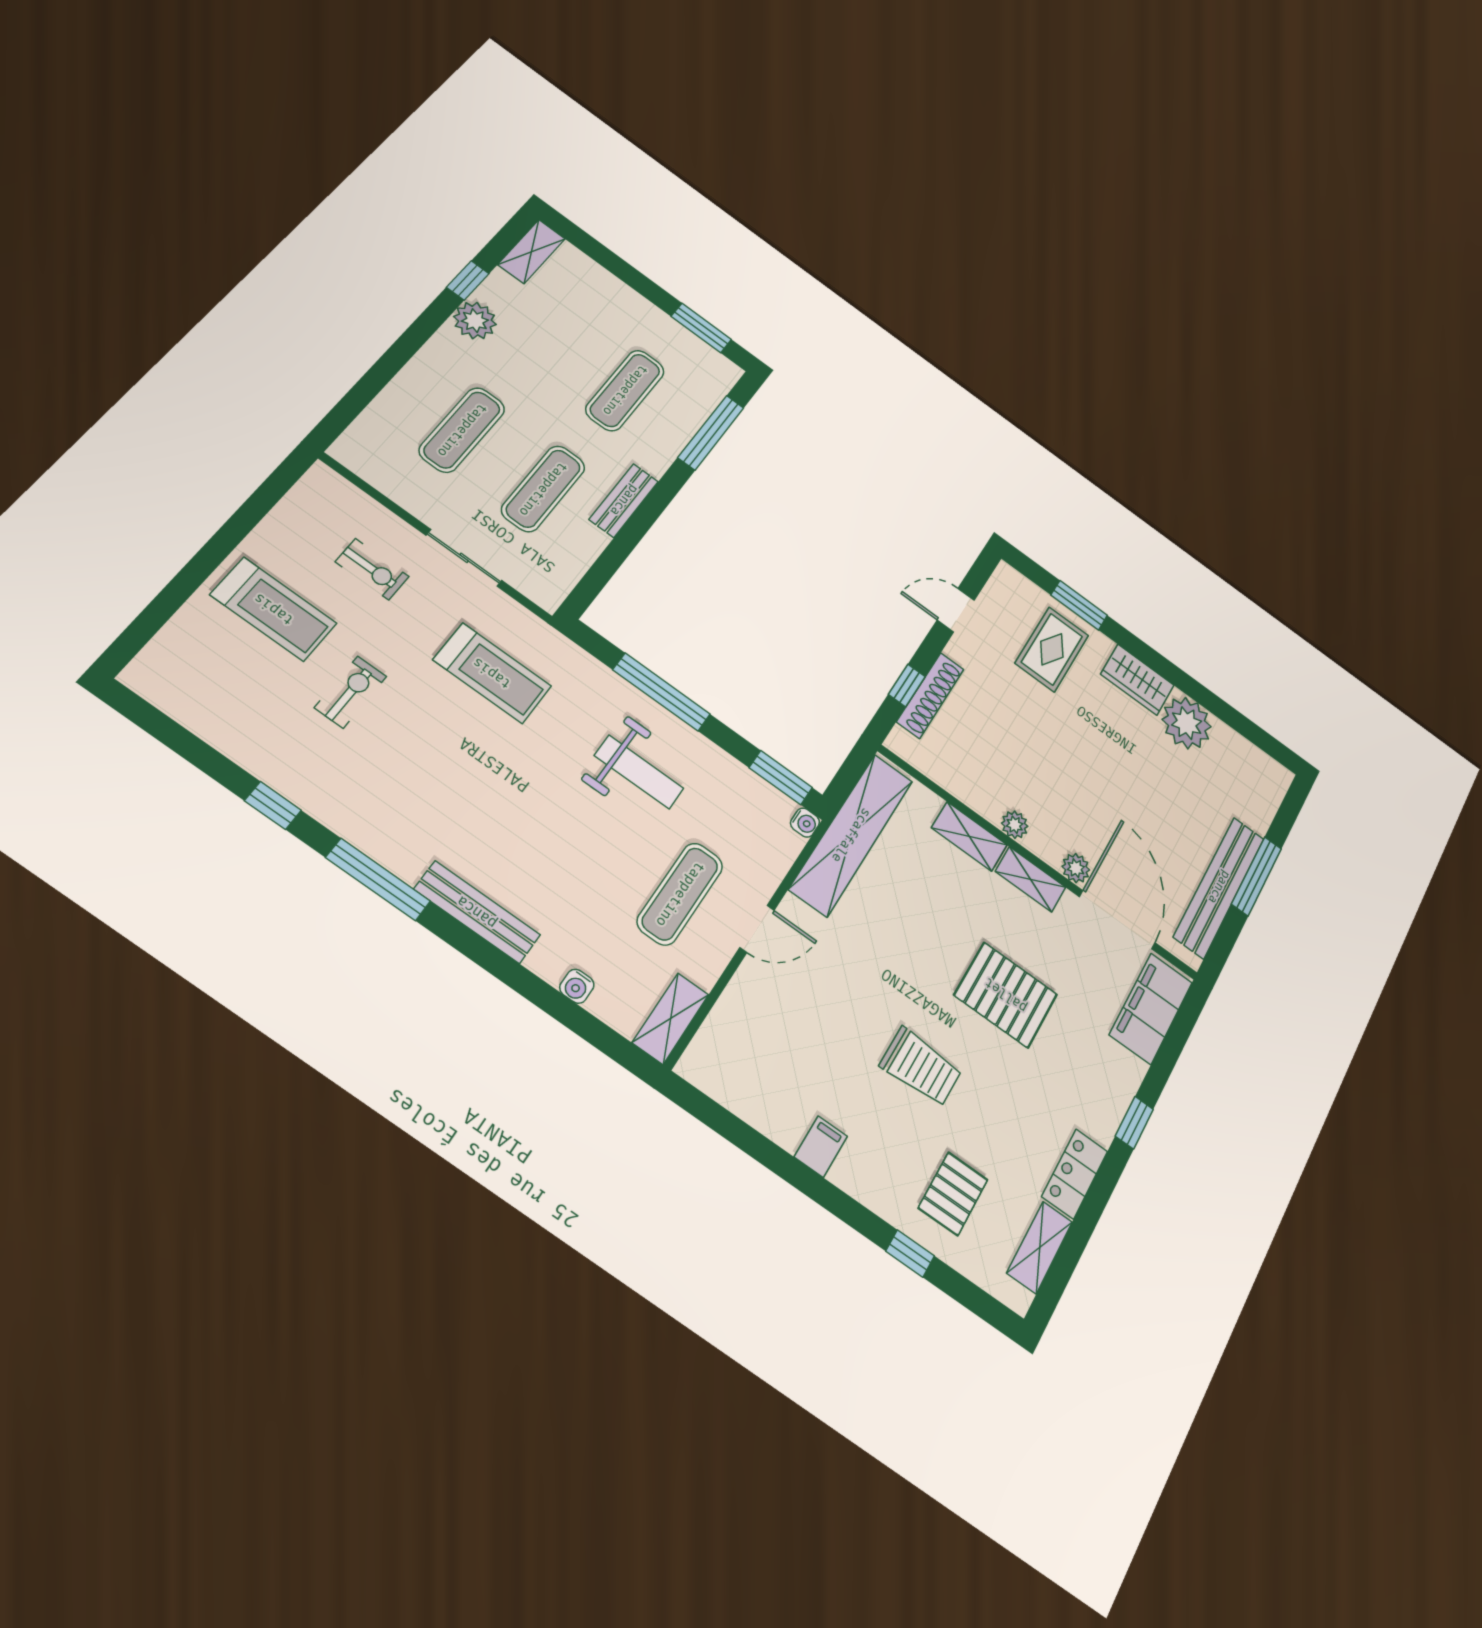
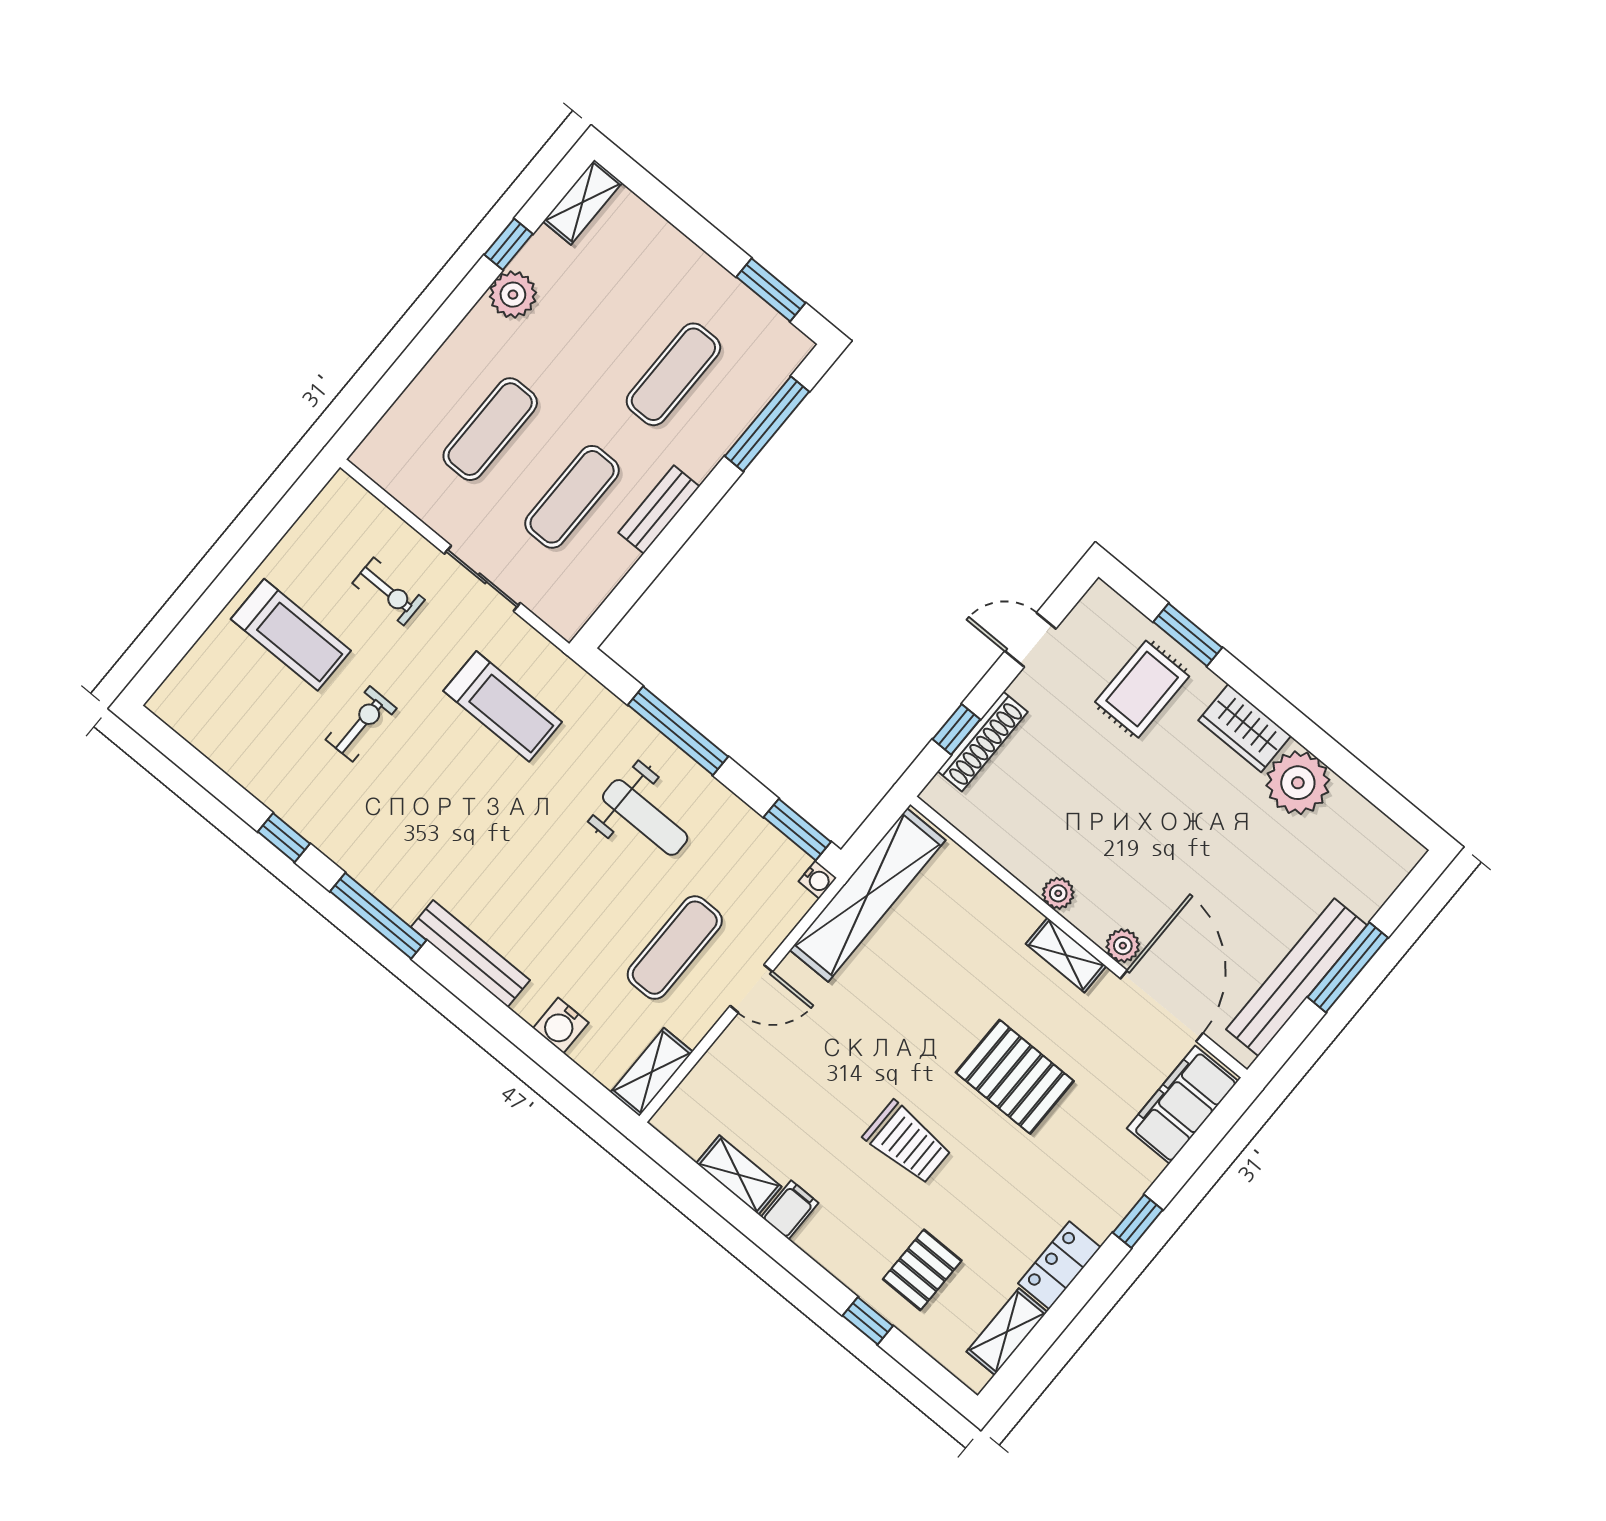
shelving: (969, 836) -> (739, 1175), moved
water cooler: (577, 986) -> (561, 1025), width x1.38, depth x1.38

